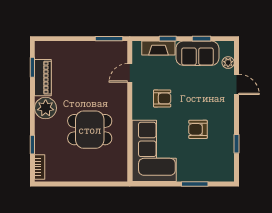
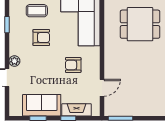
plant: (228, 63) -> (14, 61), moved
dining table: (90, 130) -> (140, 24), moved
coffee table: (203, 160) -> (37, 11), added

